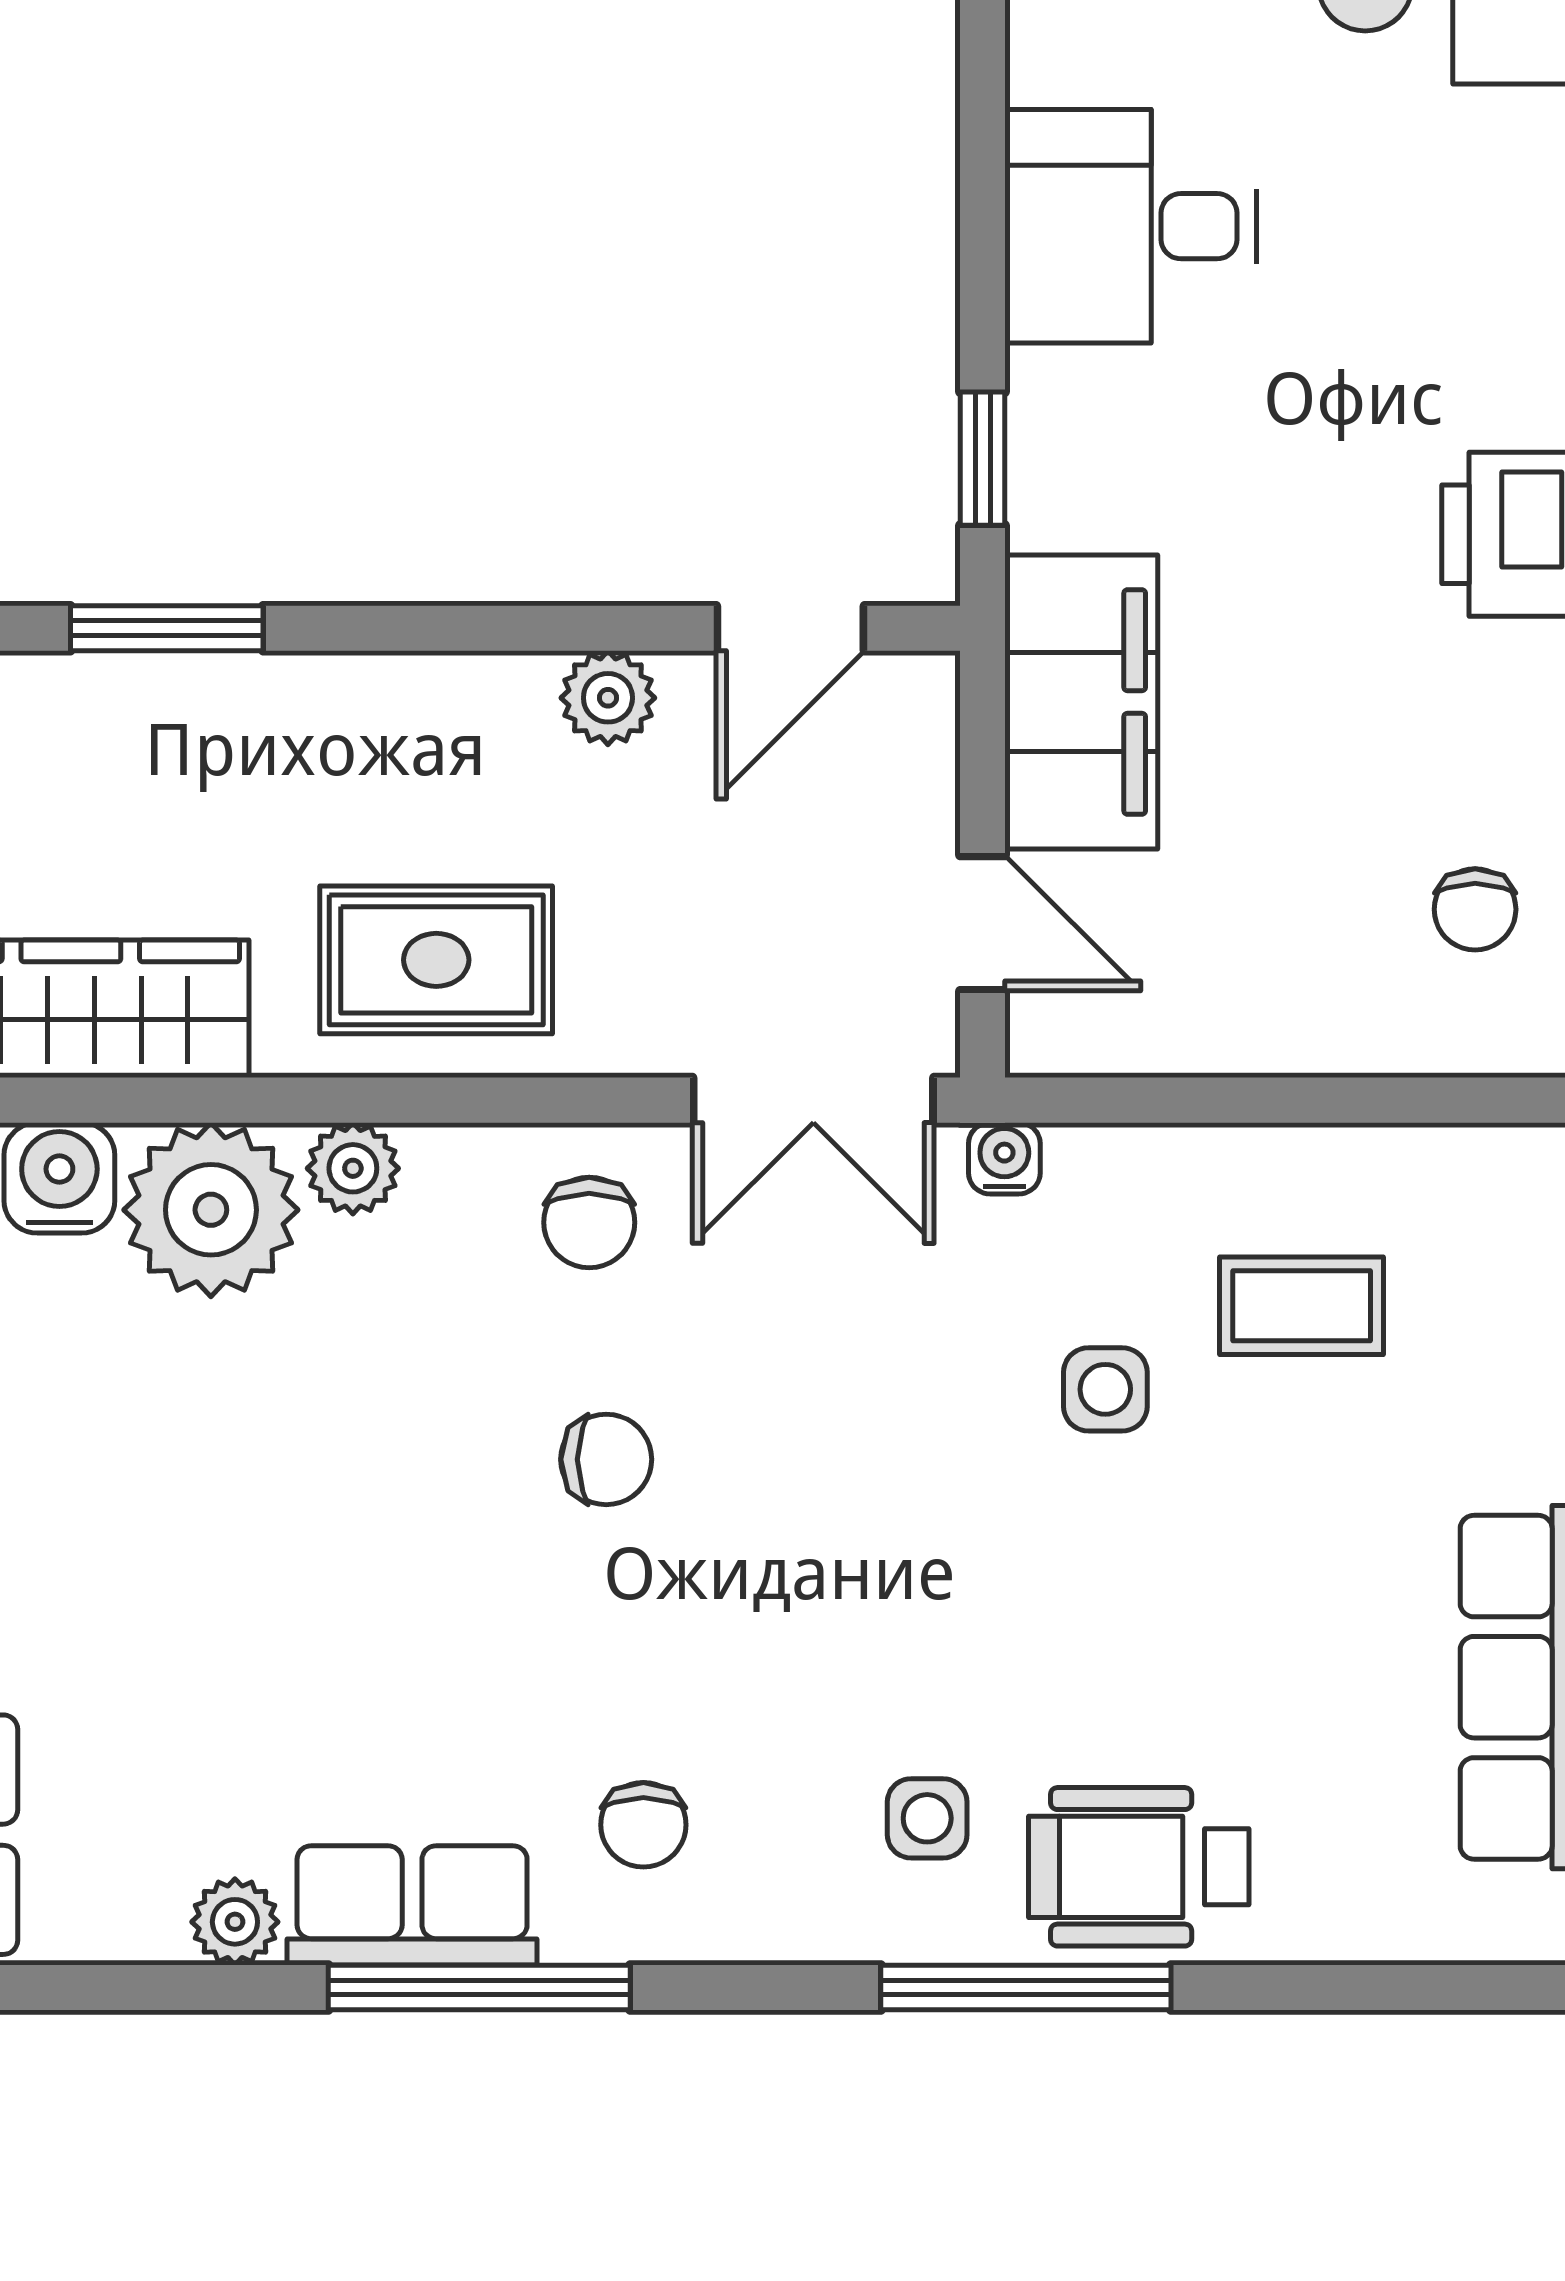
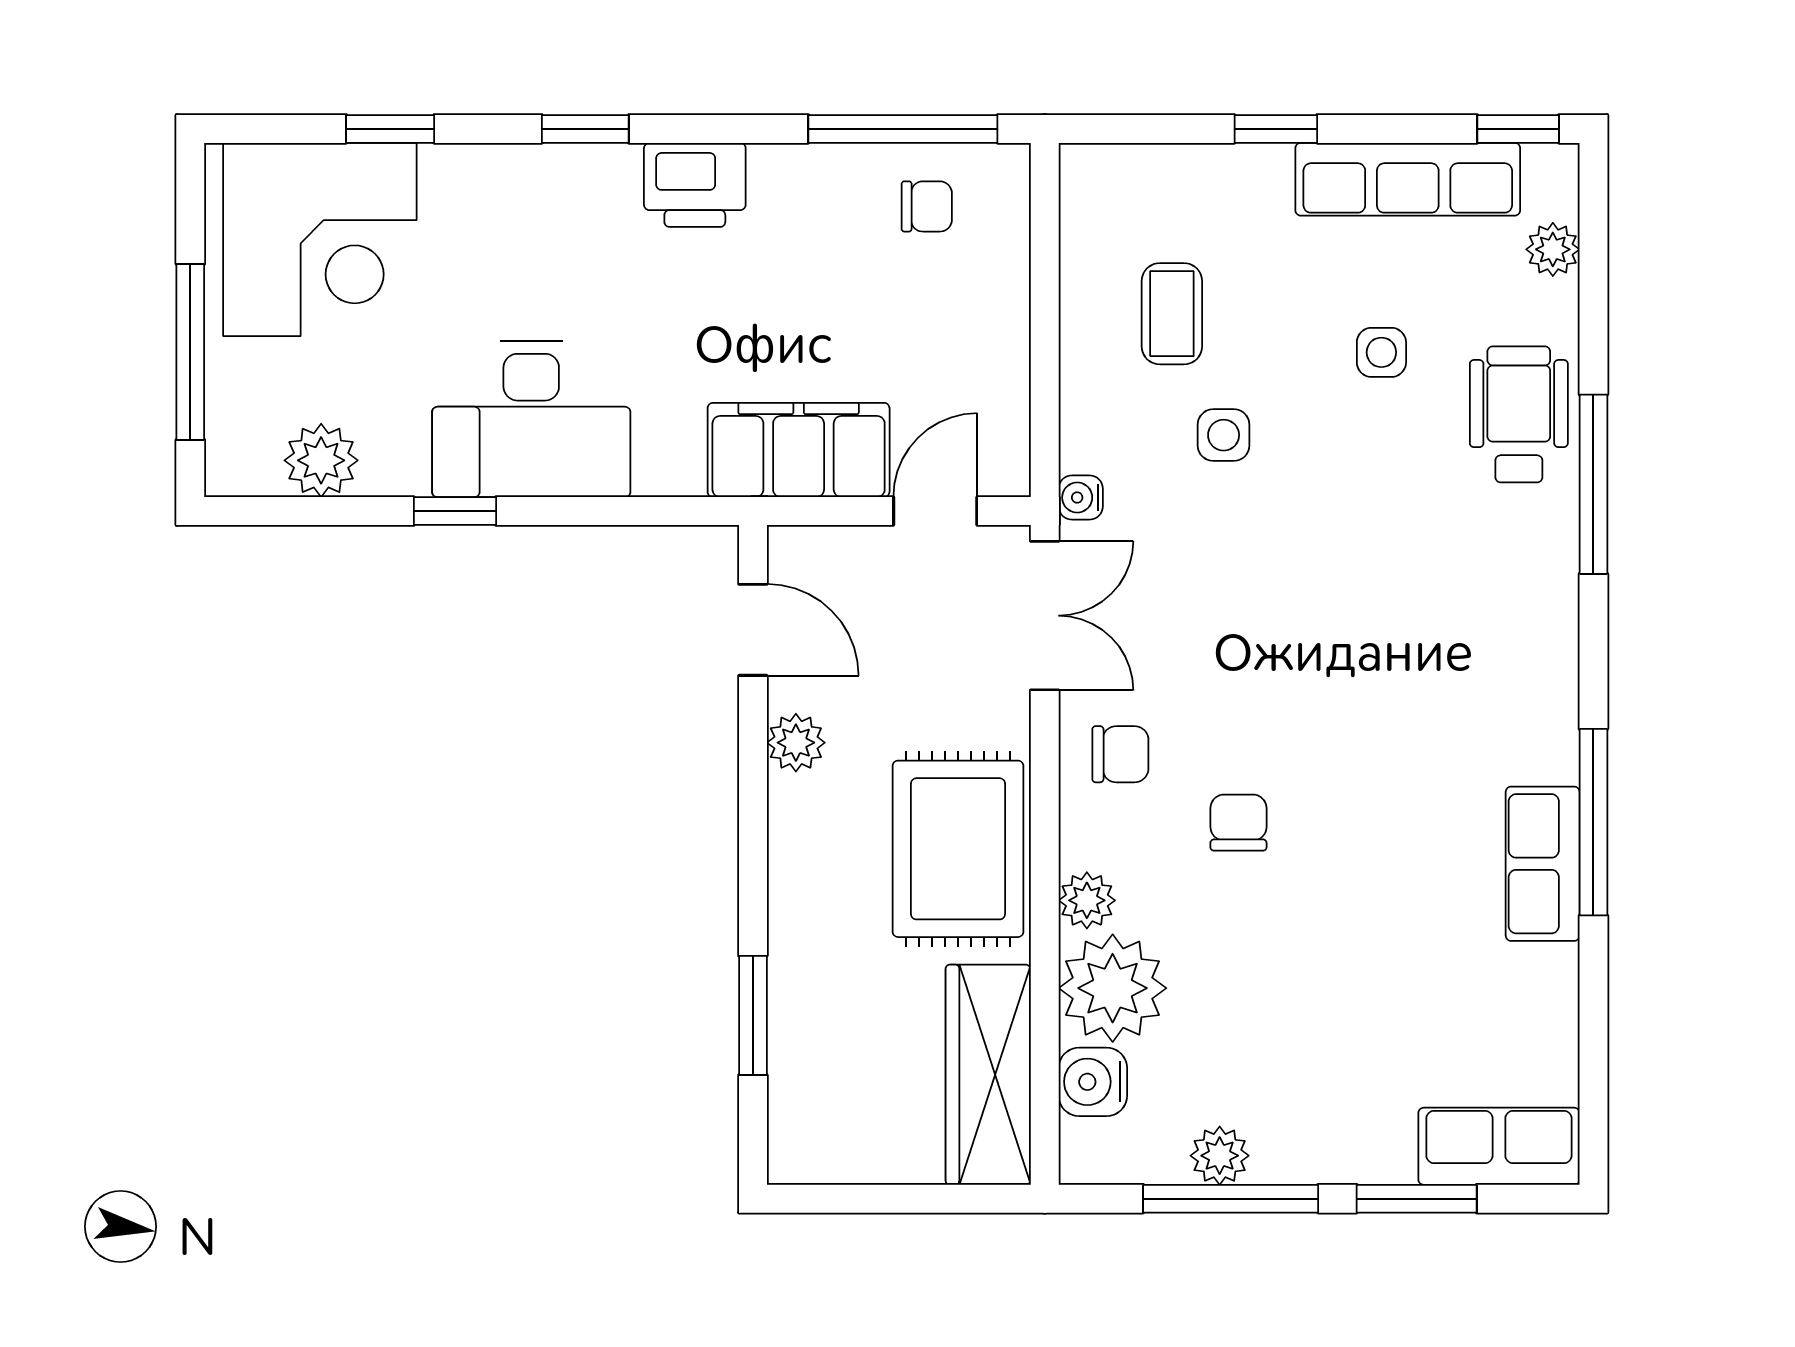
desk: (1131, 226) -> (531, 419), width x1.37
window: (983, 459) -> (455, 511), moved
rug: (436, 960) -> (958, 849), width x1.36, depth x1.43
chair: (606, 1459) -> (1238, 823), moved
side table: (927, 1818) -> (1381, 352), moved
chair: (643, 1825) -> (1493, 721), removed
wheelchair: (1139, 1867) -> (1519, 414), turned 180
plant: (235, 1922) -> (1553, 249), moved

